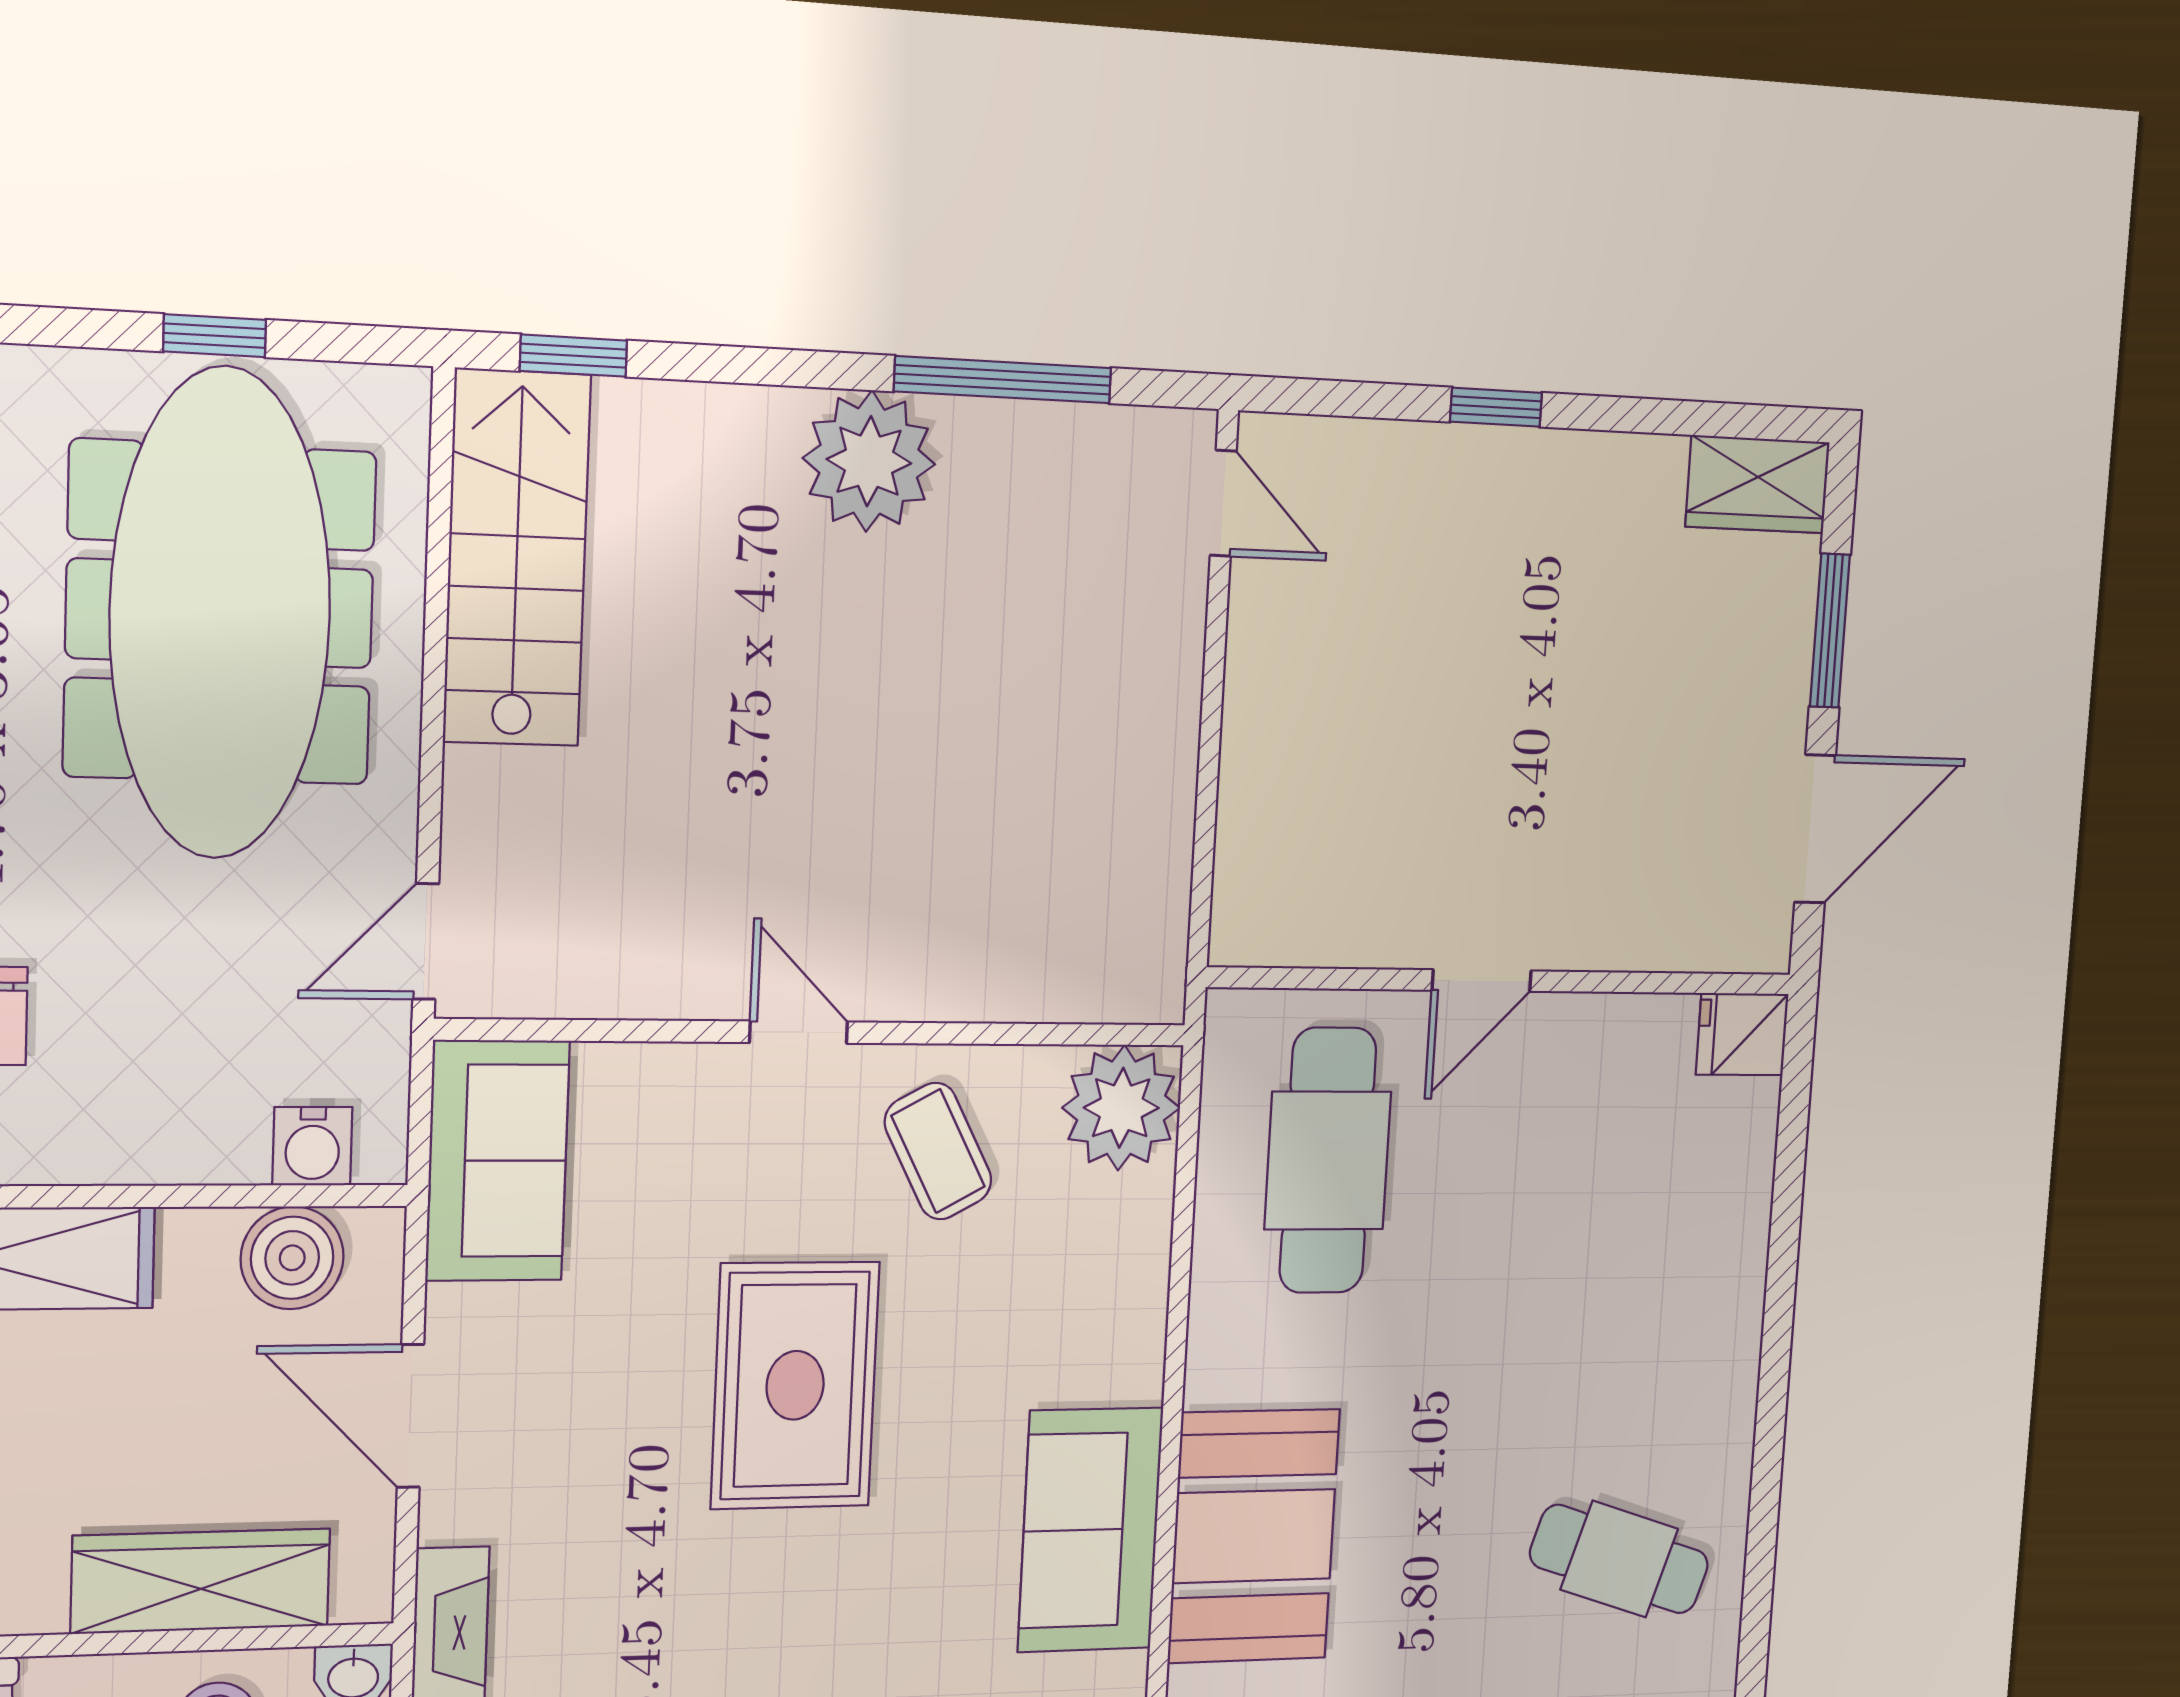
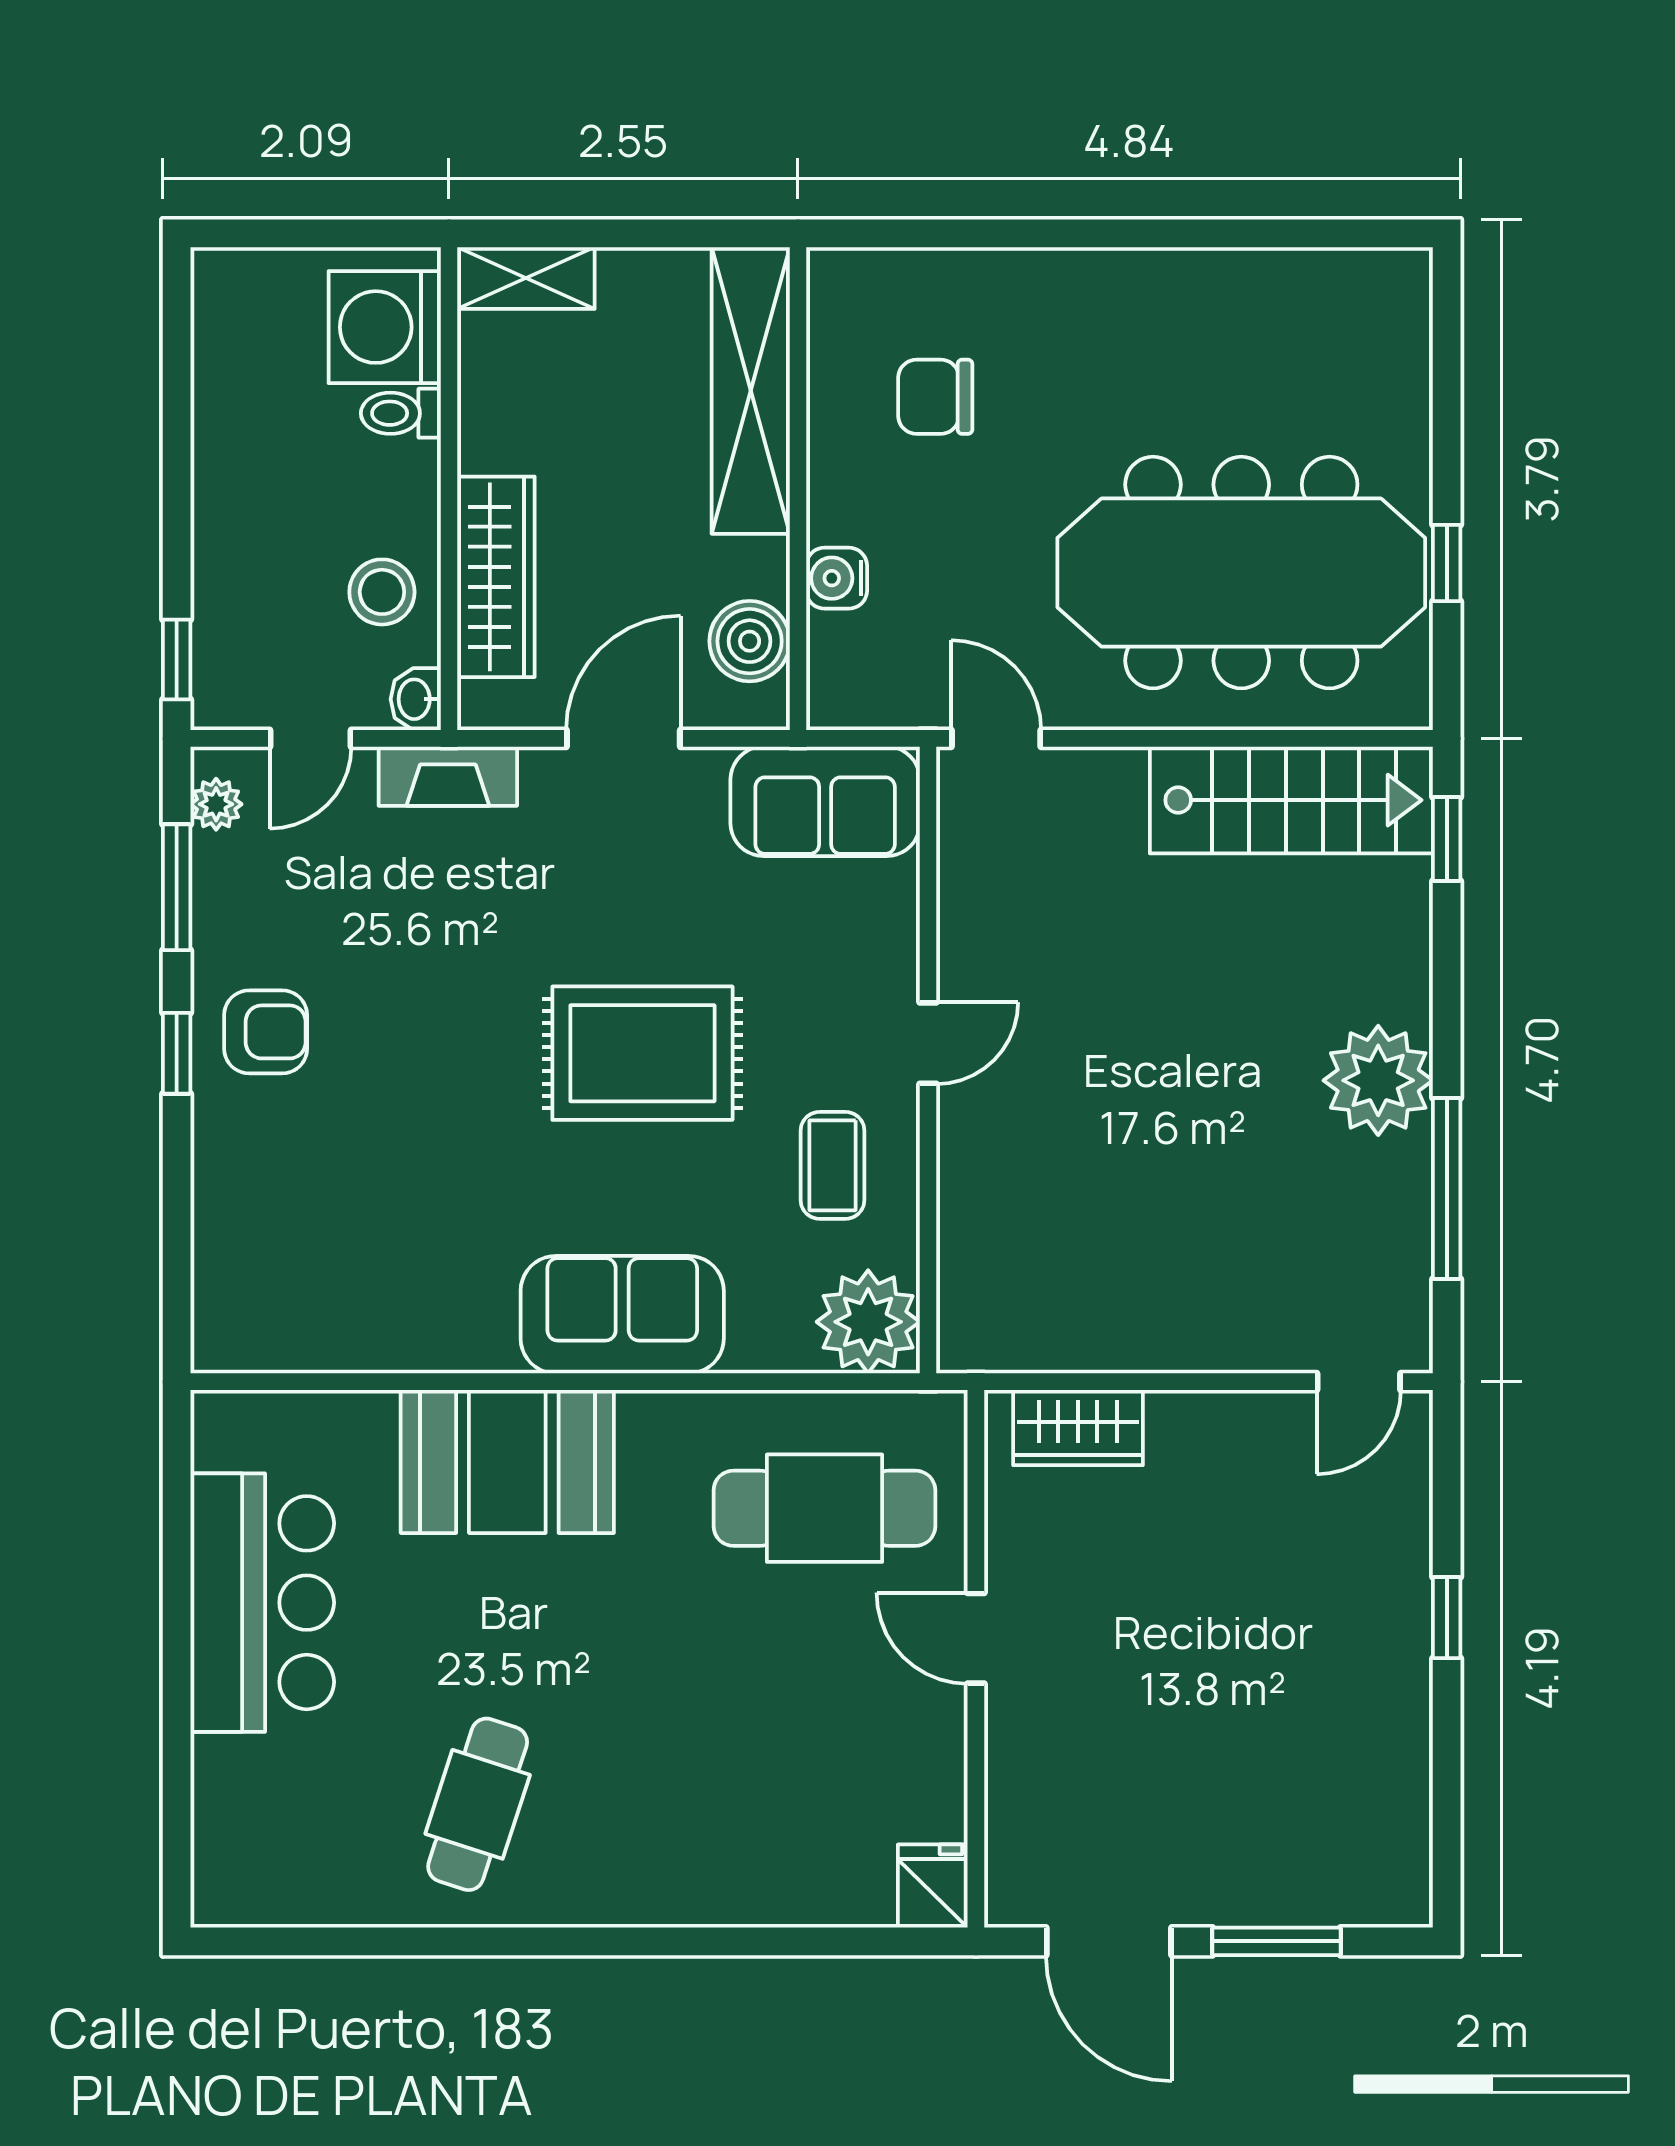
wardrobe: (1758, 484) -> (1078, 1428), moved, turned -90
water cooler: (312, 1146) -> (837, 578), moved
coffee table: (938, 1151) -> (832, 1165), turned -62
sofa: (1090, 1530) -> (622, 1315), moved

